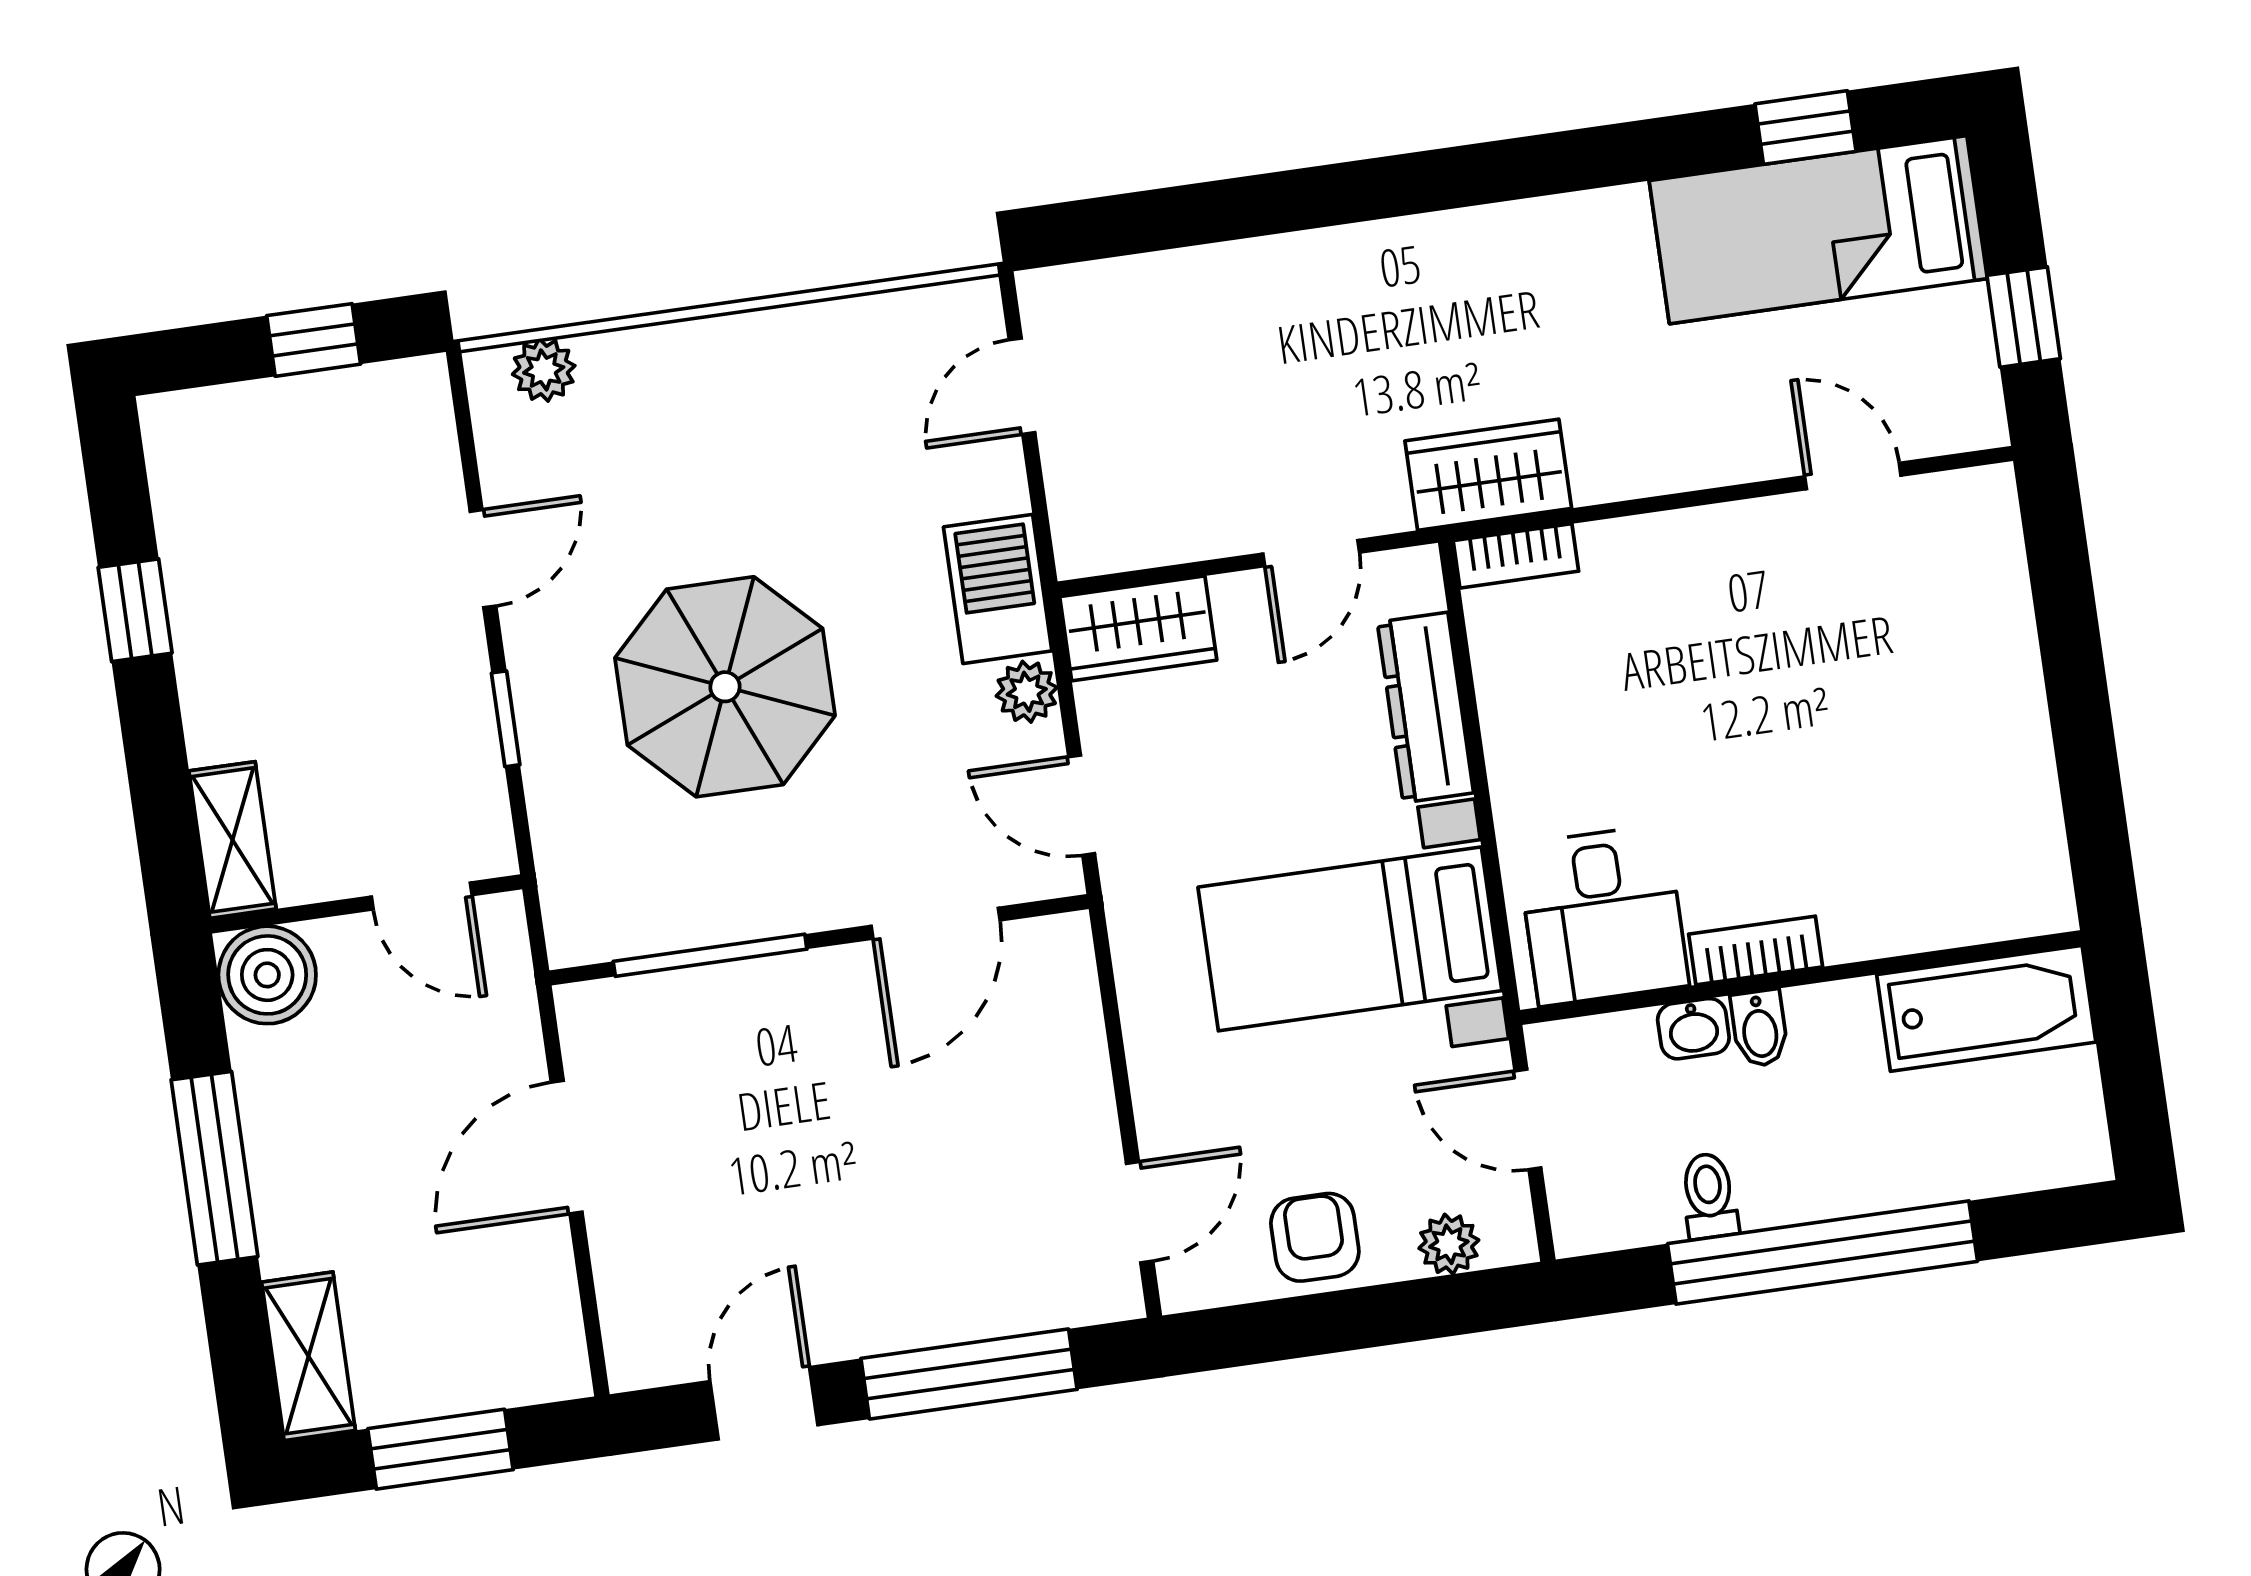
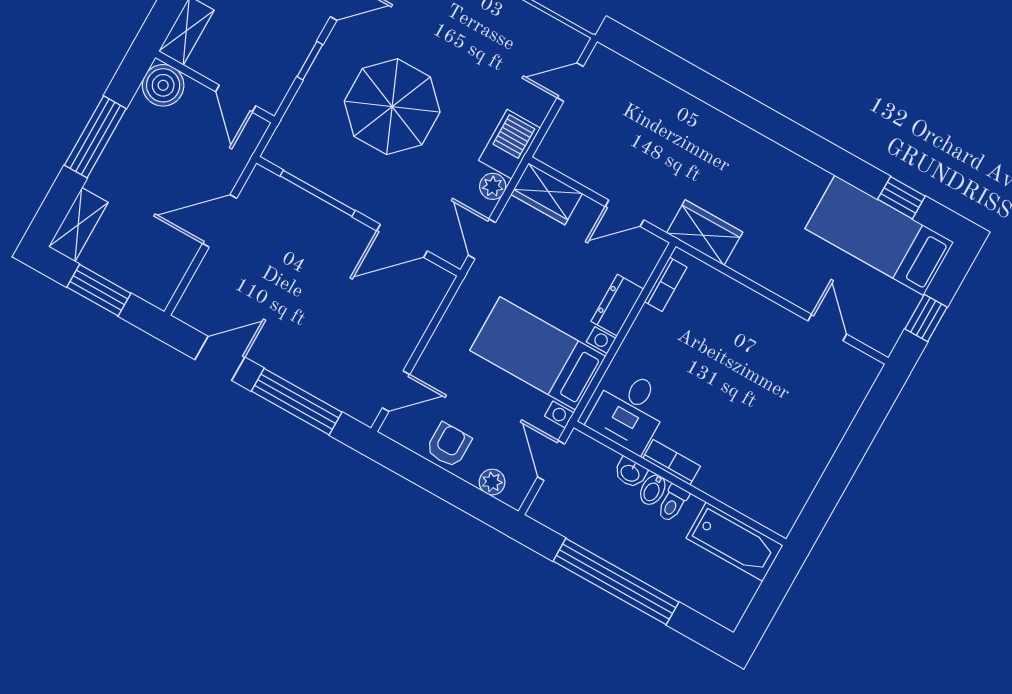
bookcase: (1516, 556) -> (666, 284), moved, turned -90
dresser: (1425, 708) -> (617, 305), width x0.70
toilet: (1709, 1196) -> (673, 503), moved, turned 180

